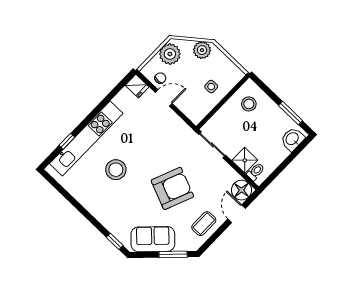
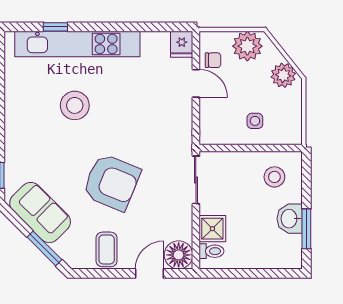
washbasin: (292, 139) -> (290, 219), moved, turned -90
coffee table: (204, 224) -> (107, 249), turned 90

